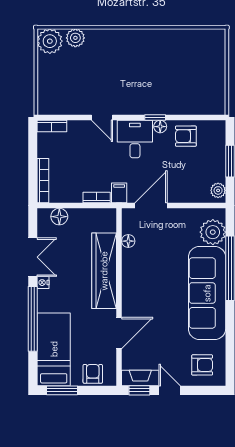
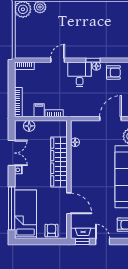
door: (102, 118) -> (58, 60), swing flipped
armchair: (186, 136) -> (113, 72), turned 180
filing cabinet: (119, 193) -> (39, 110), moved
door: (151, 206) -> (110, 119), moved
window: (33, 319) -> (12, 208), moved
door: (119, 333) -> (69, 203), hinge flipped
window: (62, 390) -> (31, 242), removed

